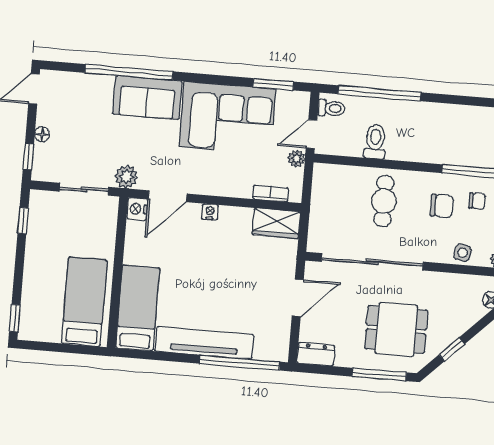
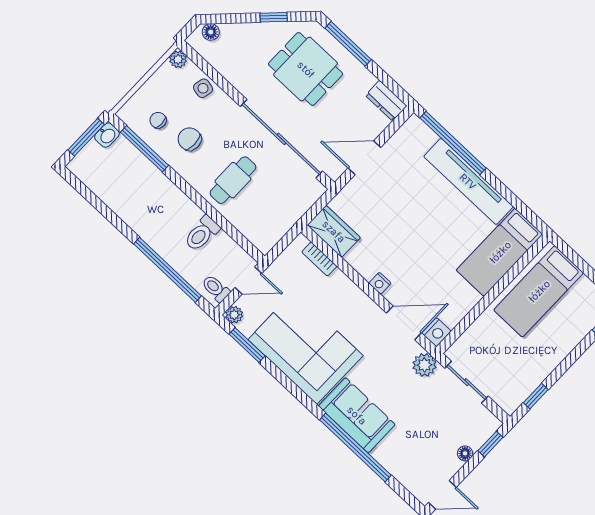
plant: (297, 159) -> (234, 315), moved

